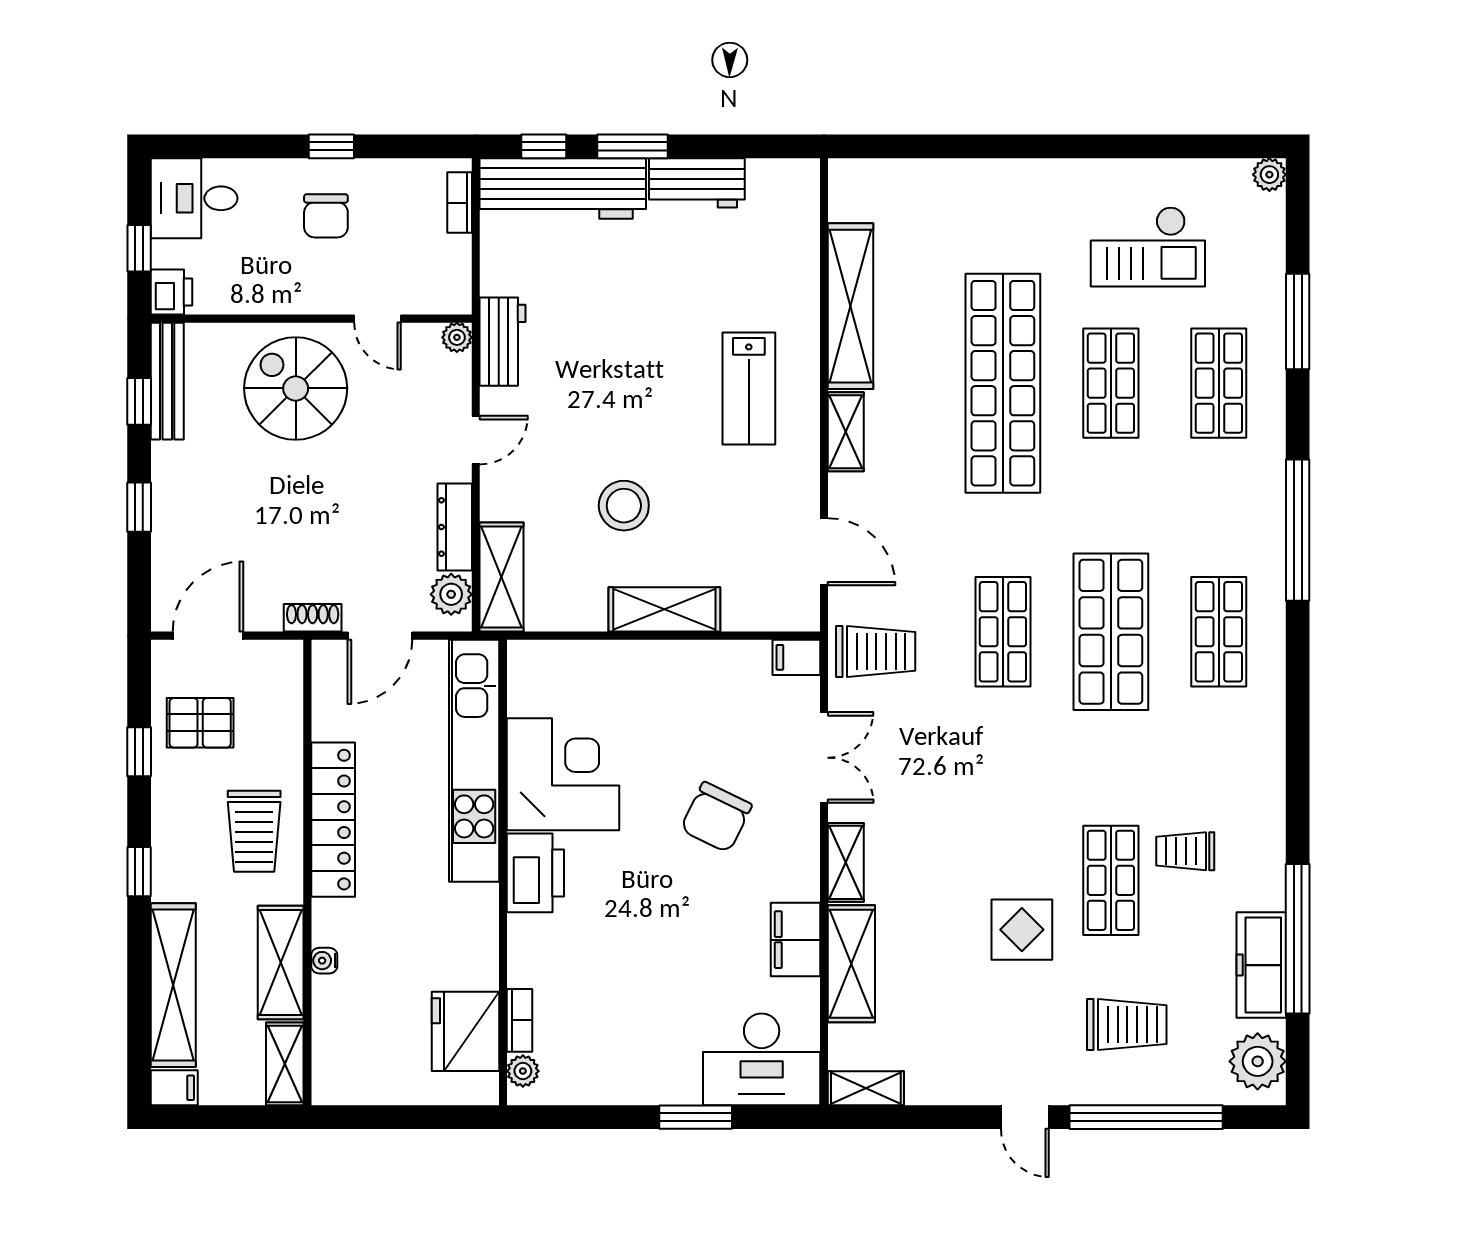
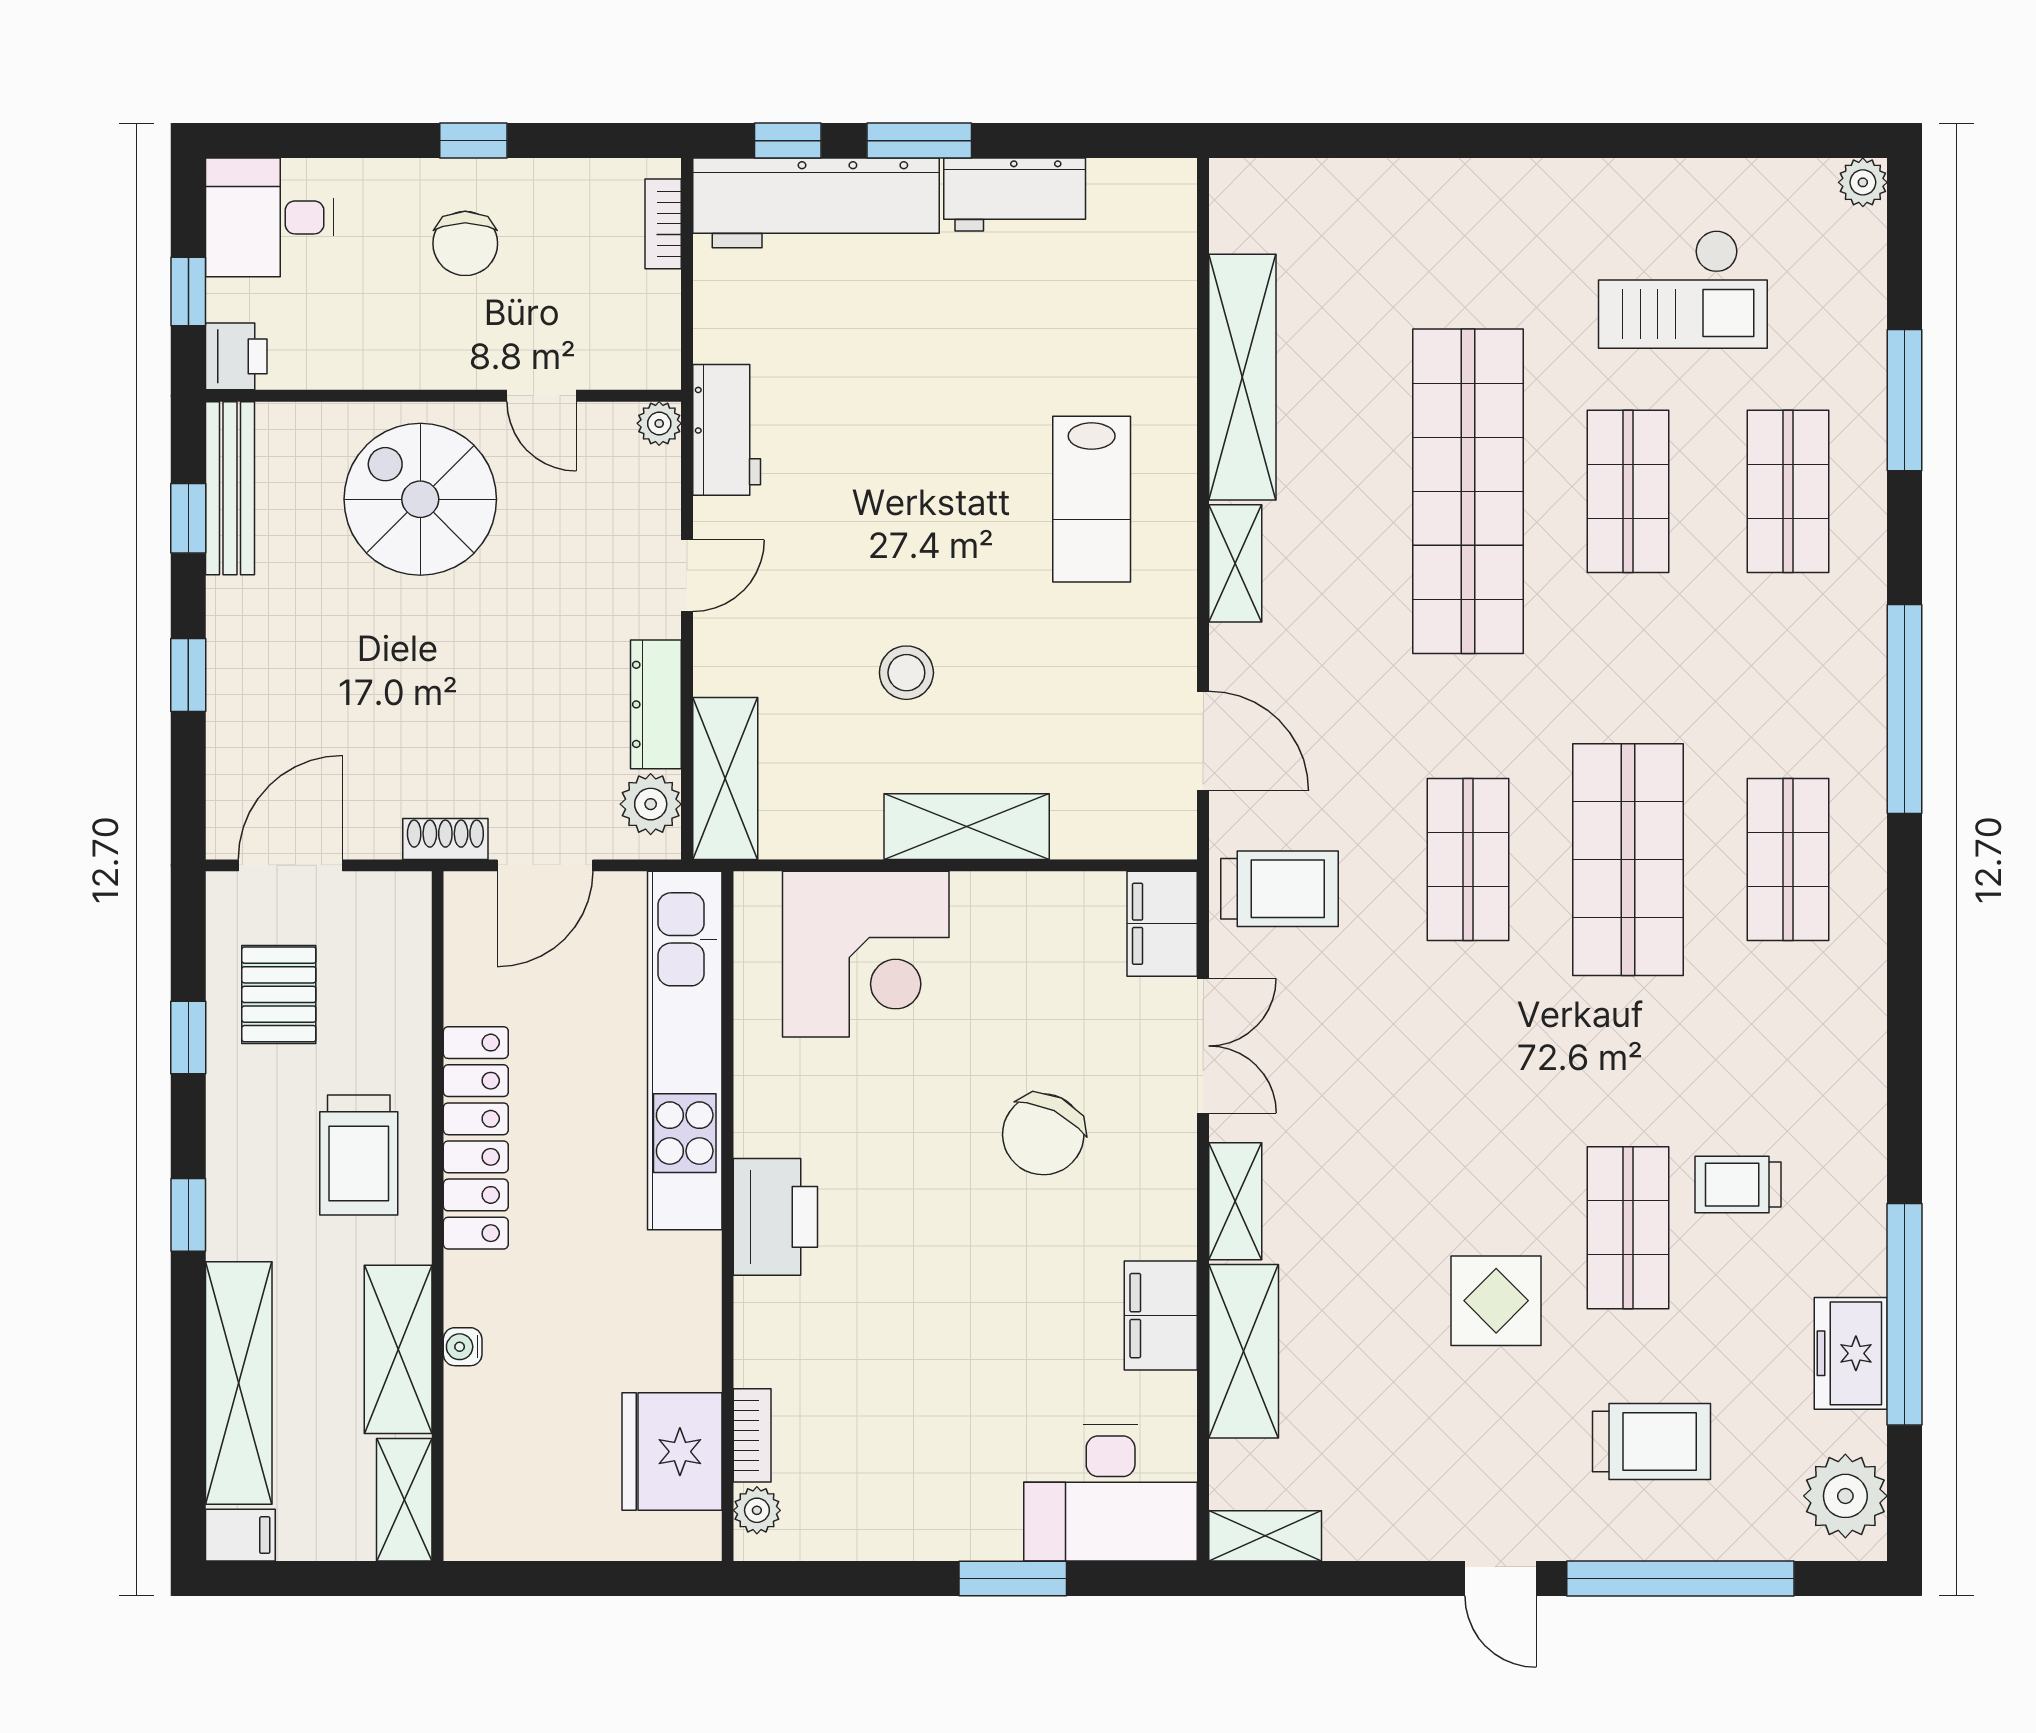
stool: (624, 506) -> (906, 673), width x0.73, depth x0.73
filing cabinet: (796, 657) -> (1162, 924), width x2.00
pallet: (200, 723) -> (279, 994), turned 90
corner desk: (563, 774) -> (866, 954), moved, turned 90
freezer: (1261, 965) -> (1851, 1353), width x0.71

